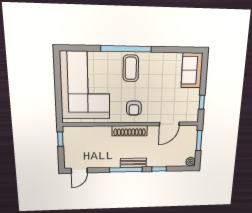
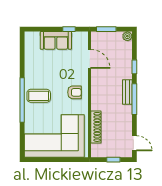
sofa: (192, 70) -> (56, 40), moved
shoe rack: (130, 131) -> (96, 127), moved
window: (60, 139) -> (113, 160), moved

